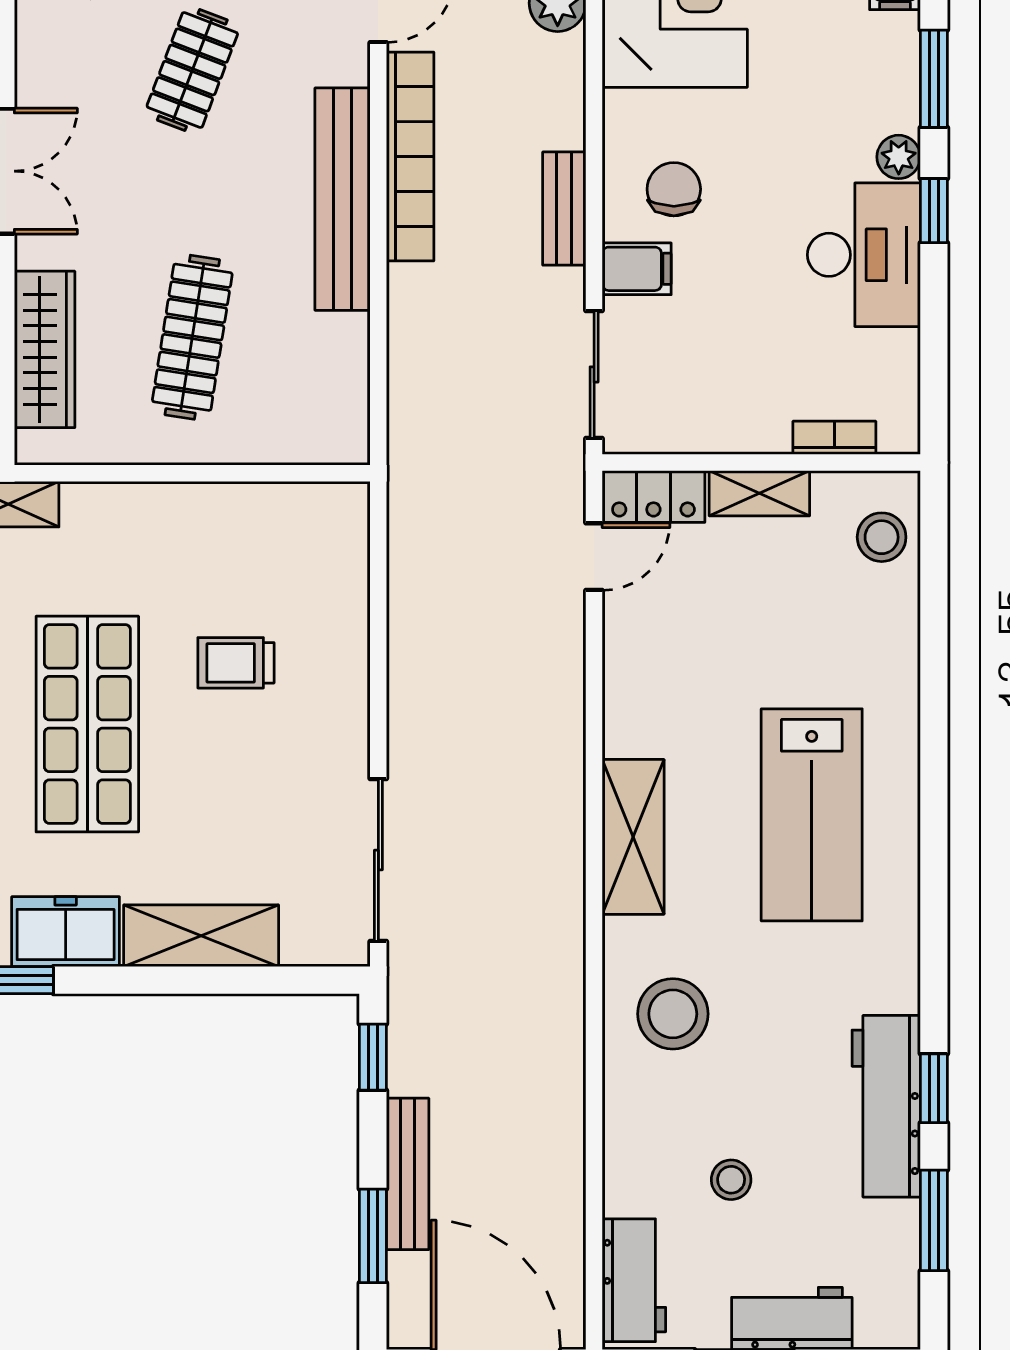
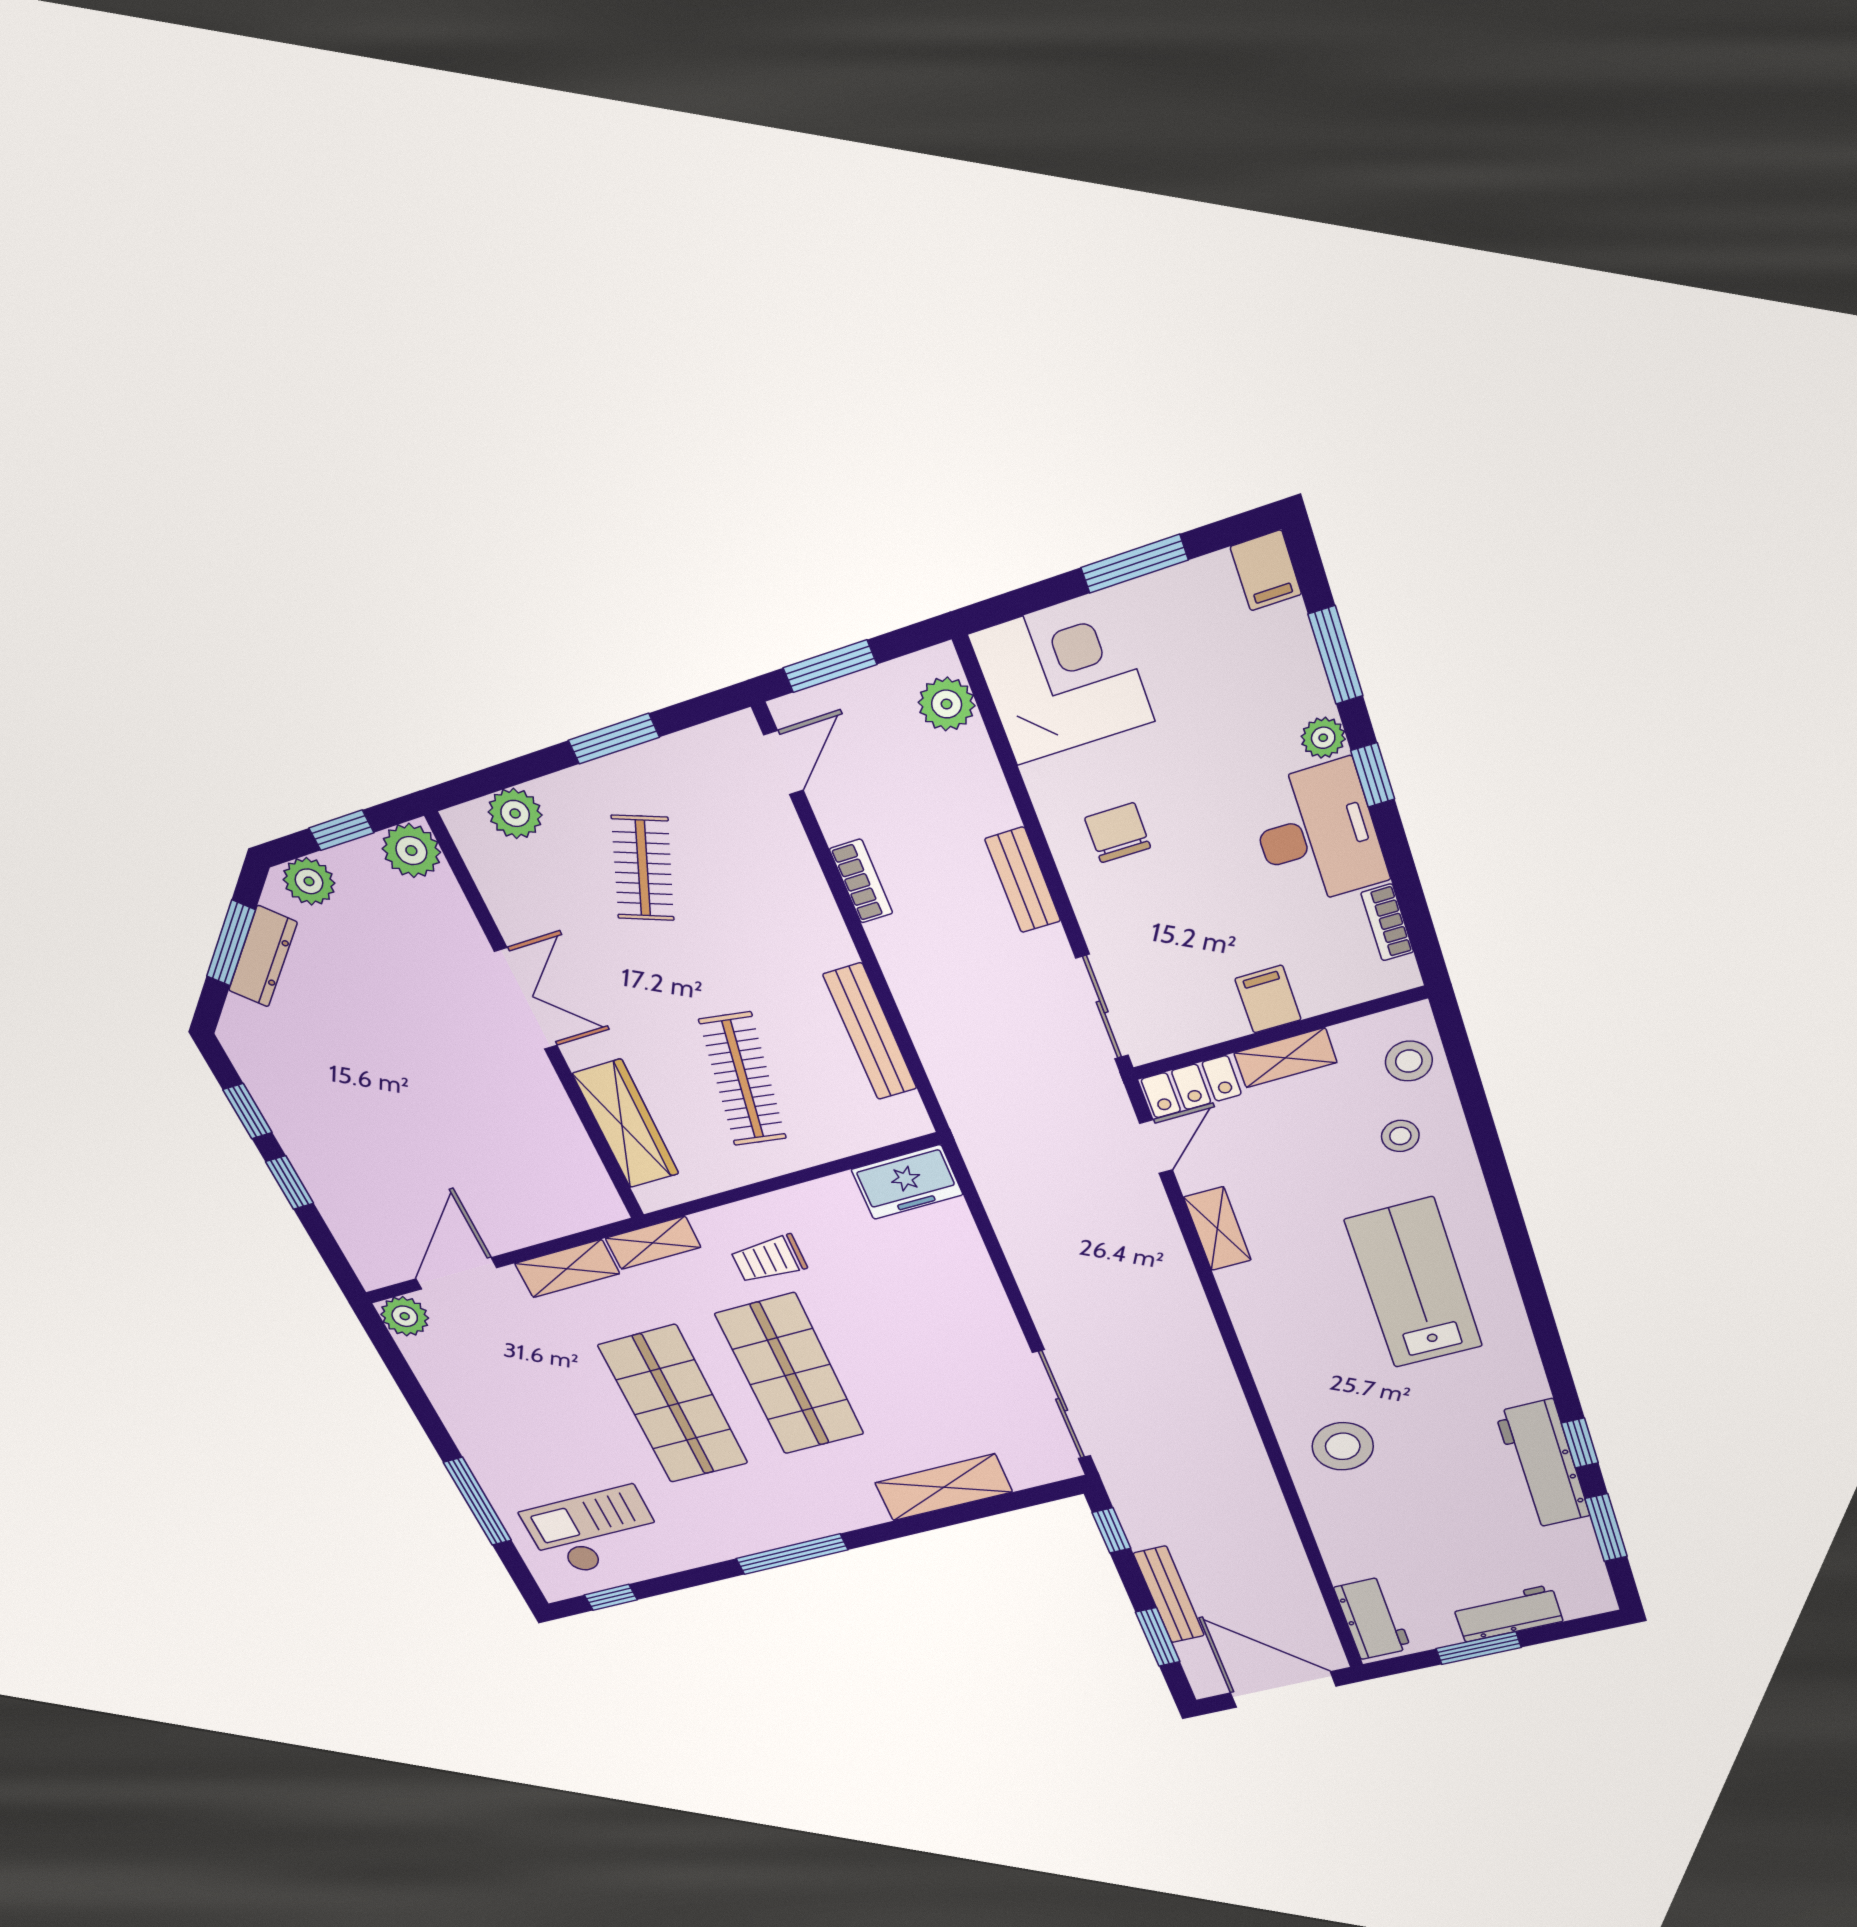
bookcase: (410, 157) -> (861, 881), width x0.43, depth x0.76
bench: (343, 199) -> (870, 1032), moved, width x0.73, depth x0.82
filing cabinet: (637, 269) -> (1268, 999), moved, turned -90
bookcase: (834, 438) -> (1387, 922), moved, turned -90
trolley: (236, 663) -> (769, 1259), moved
lab bench: (812, 815) -> (1414, 1283), turned 180
shelving: (633, 837) -> (1217, 1229), moved, width x0.67, depth x0.75
freezer: (66, 932) -> (907, 1182), moved, turned 180
stool: (731, 1180) -> (1400, 1136), moved

